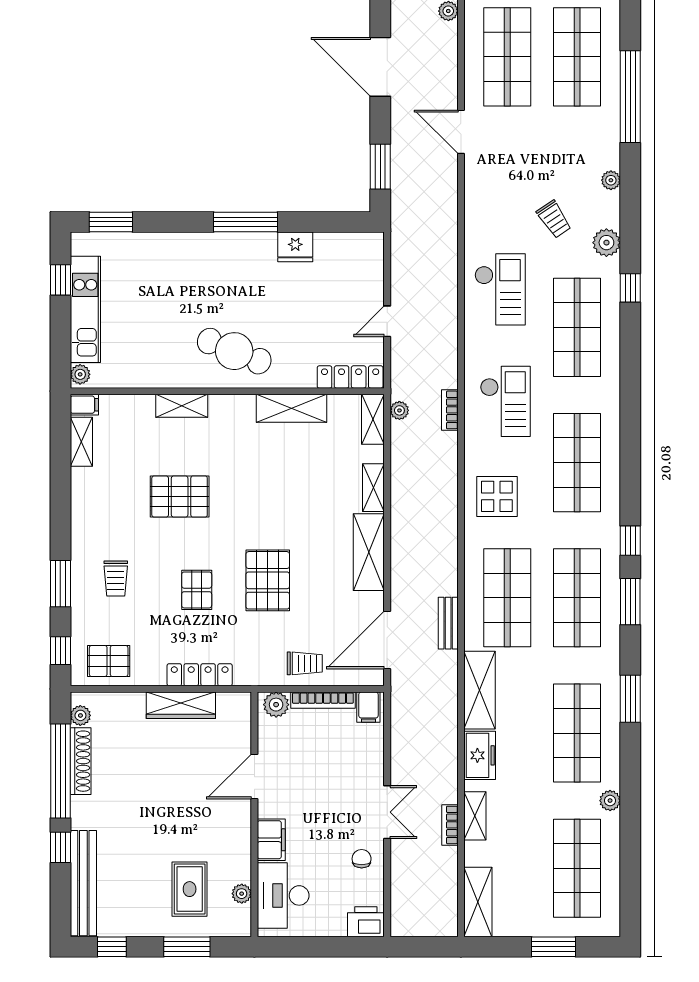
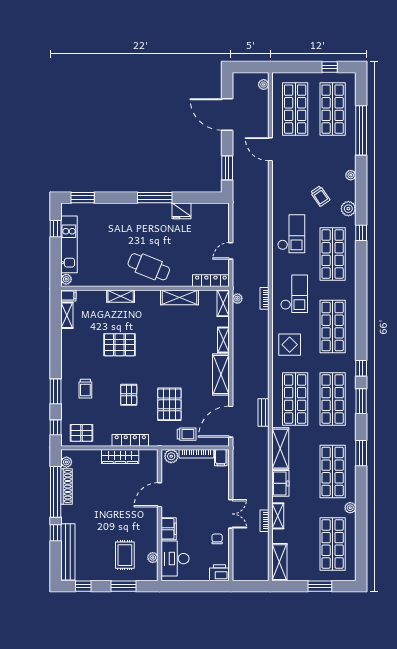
pallet: (268, 580) -> (169, 404), moved

